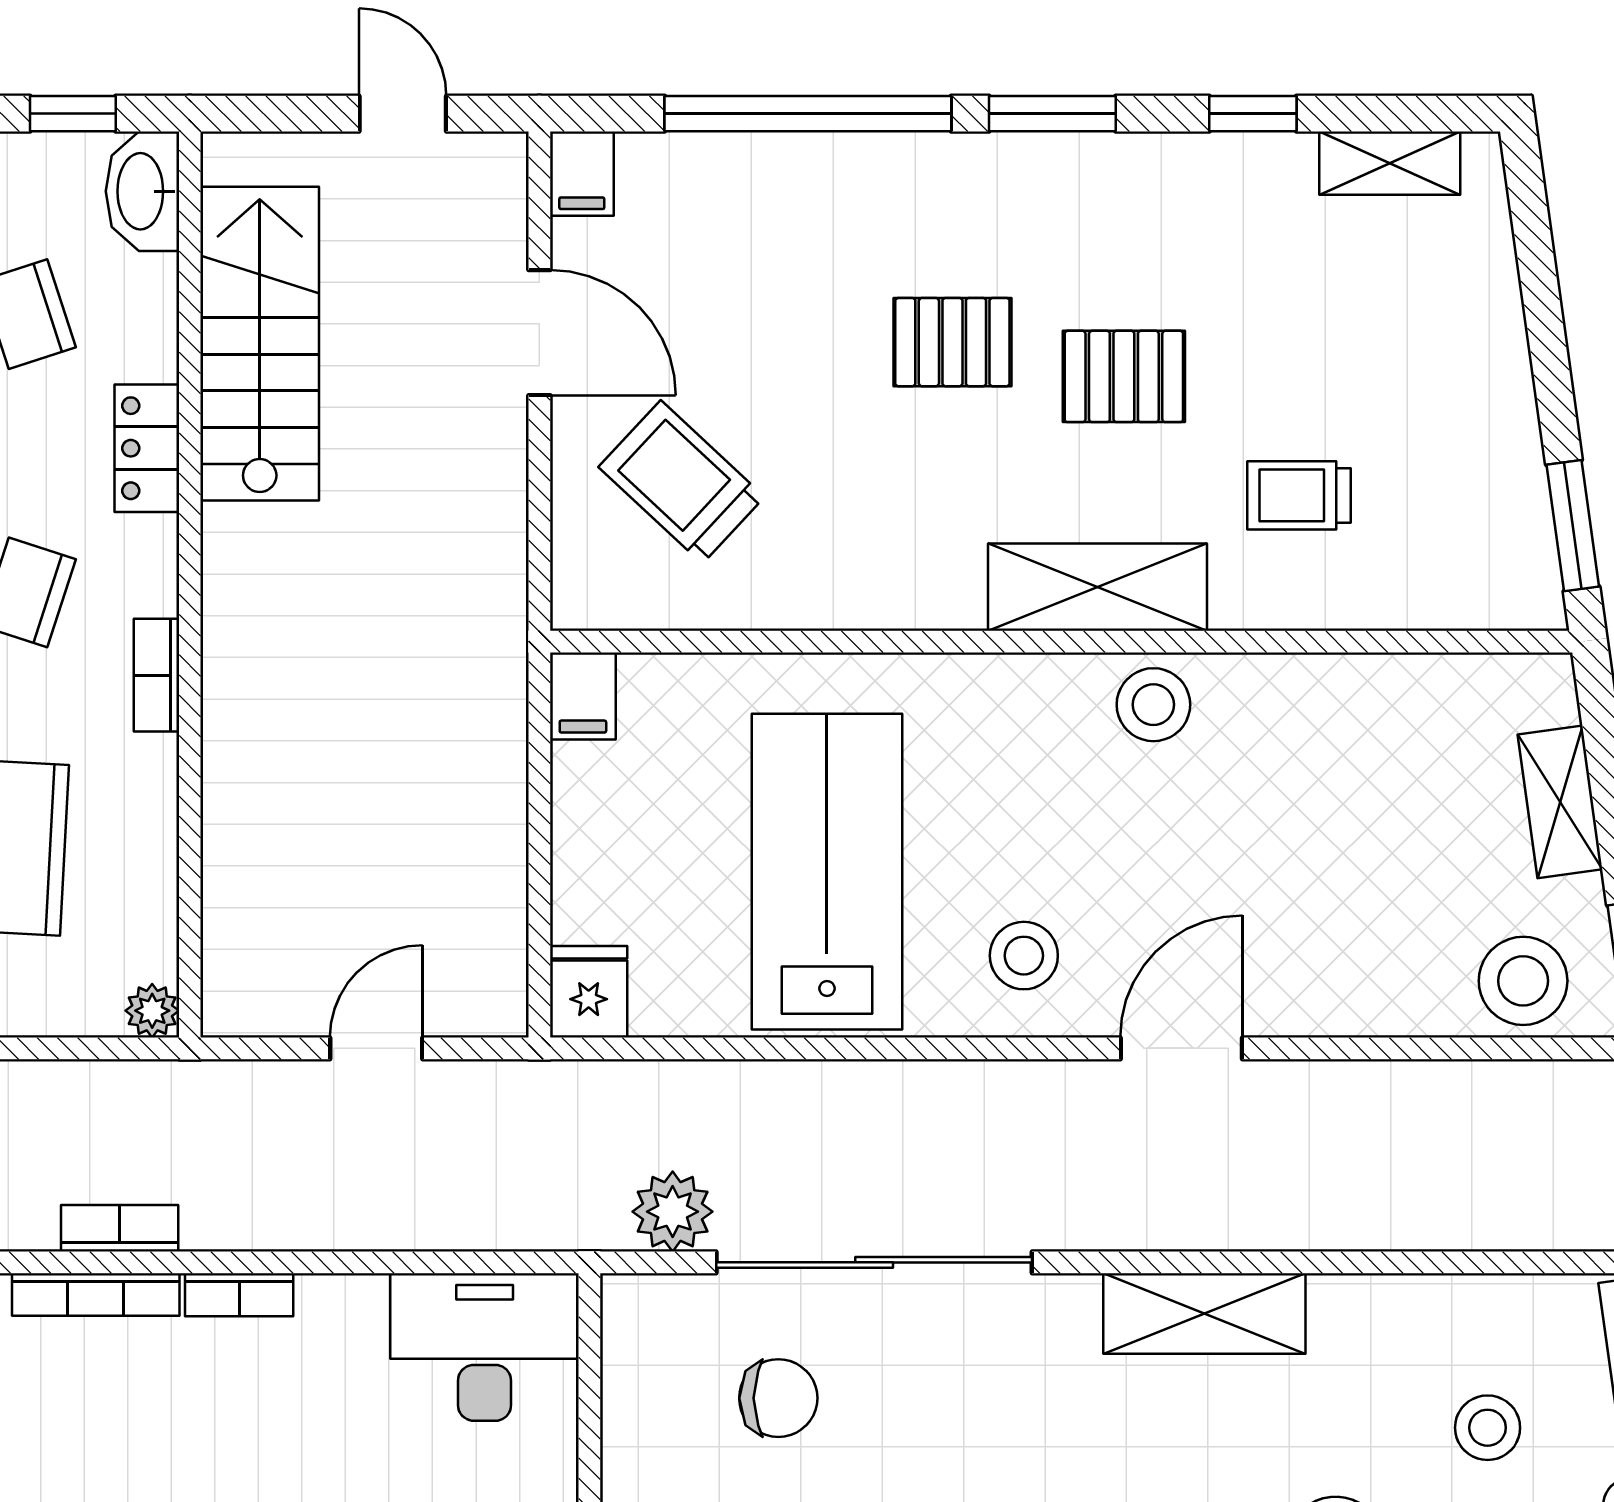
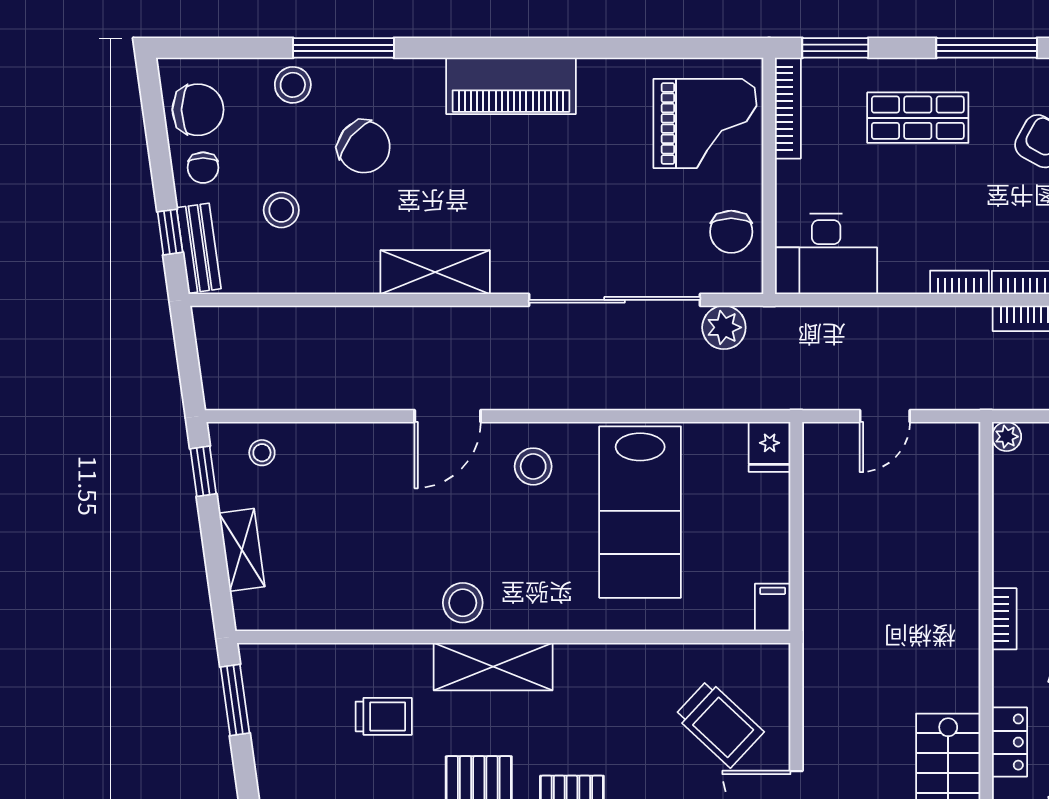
stool: (1523, 981) -> (262, 453), width x0.53, depth x0.53
chair: (778, 1398) -> (731, 232), moved, turned -90

